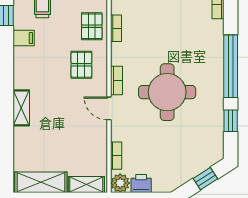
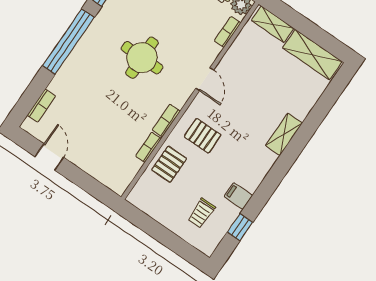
pallet: (81, 65) -> (203, 136), turned 90
bookcase: (116, 80) -> (166, 121), moved
round table: (167, 92) -> (142, 58), width x0.73, depth x0.73

